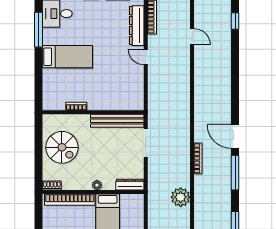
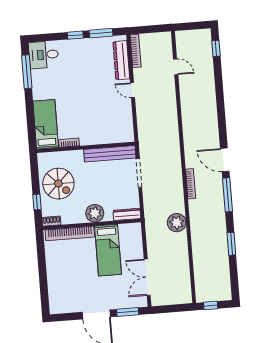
bed: (67, 57) -> (46, 124), moved, turned -90
window: (38, 165) -> (37, 202), added
plant: (97, 185) -> (95, 213), width x1.88, depth x1.88

